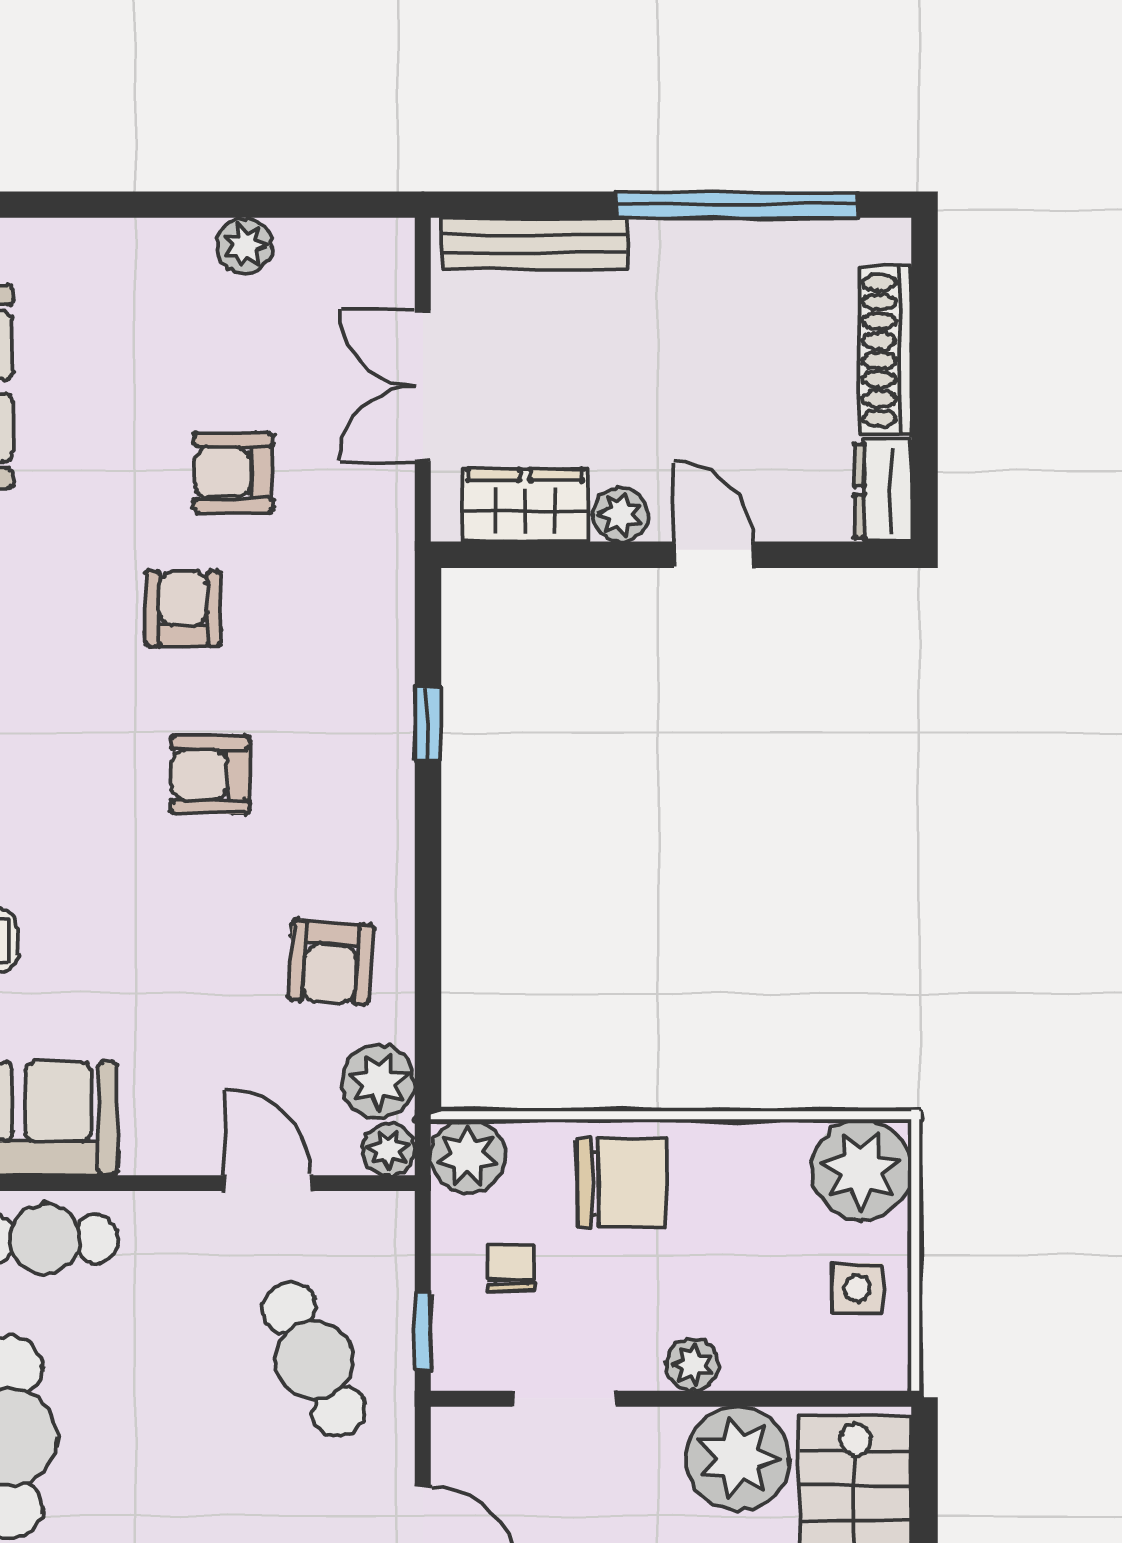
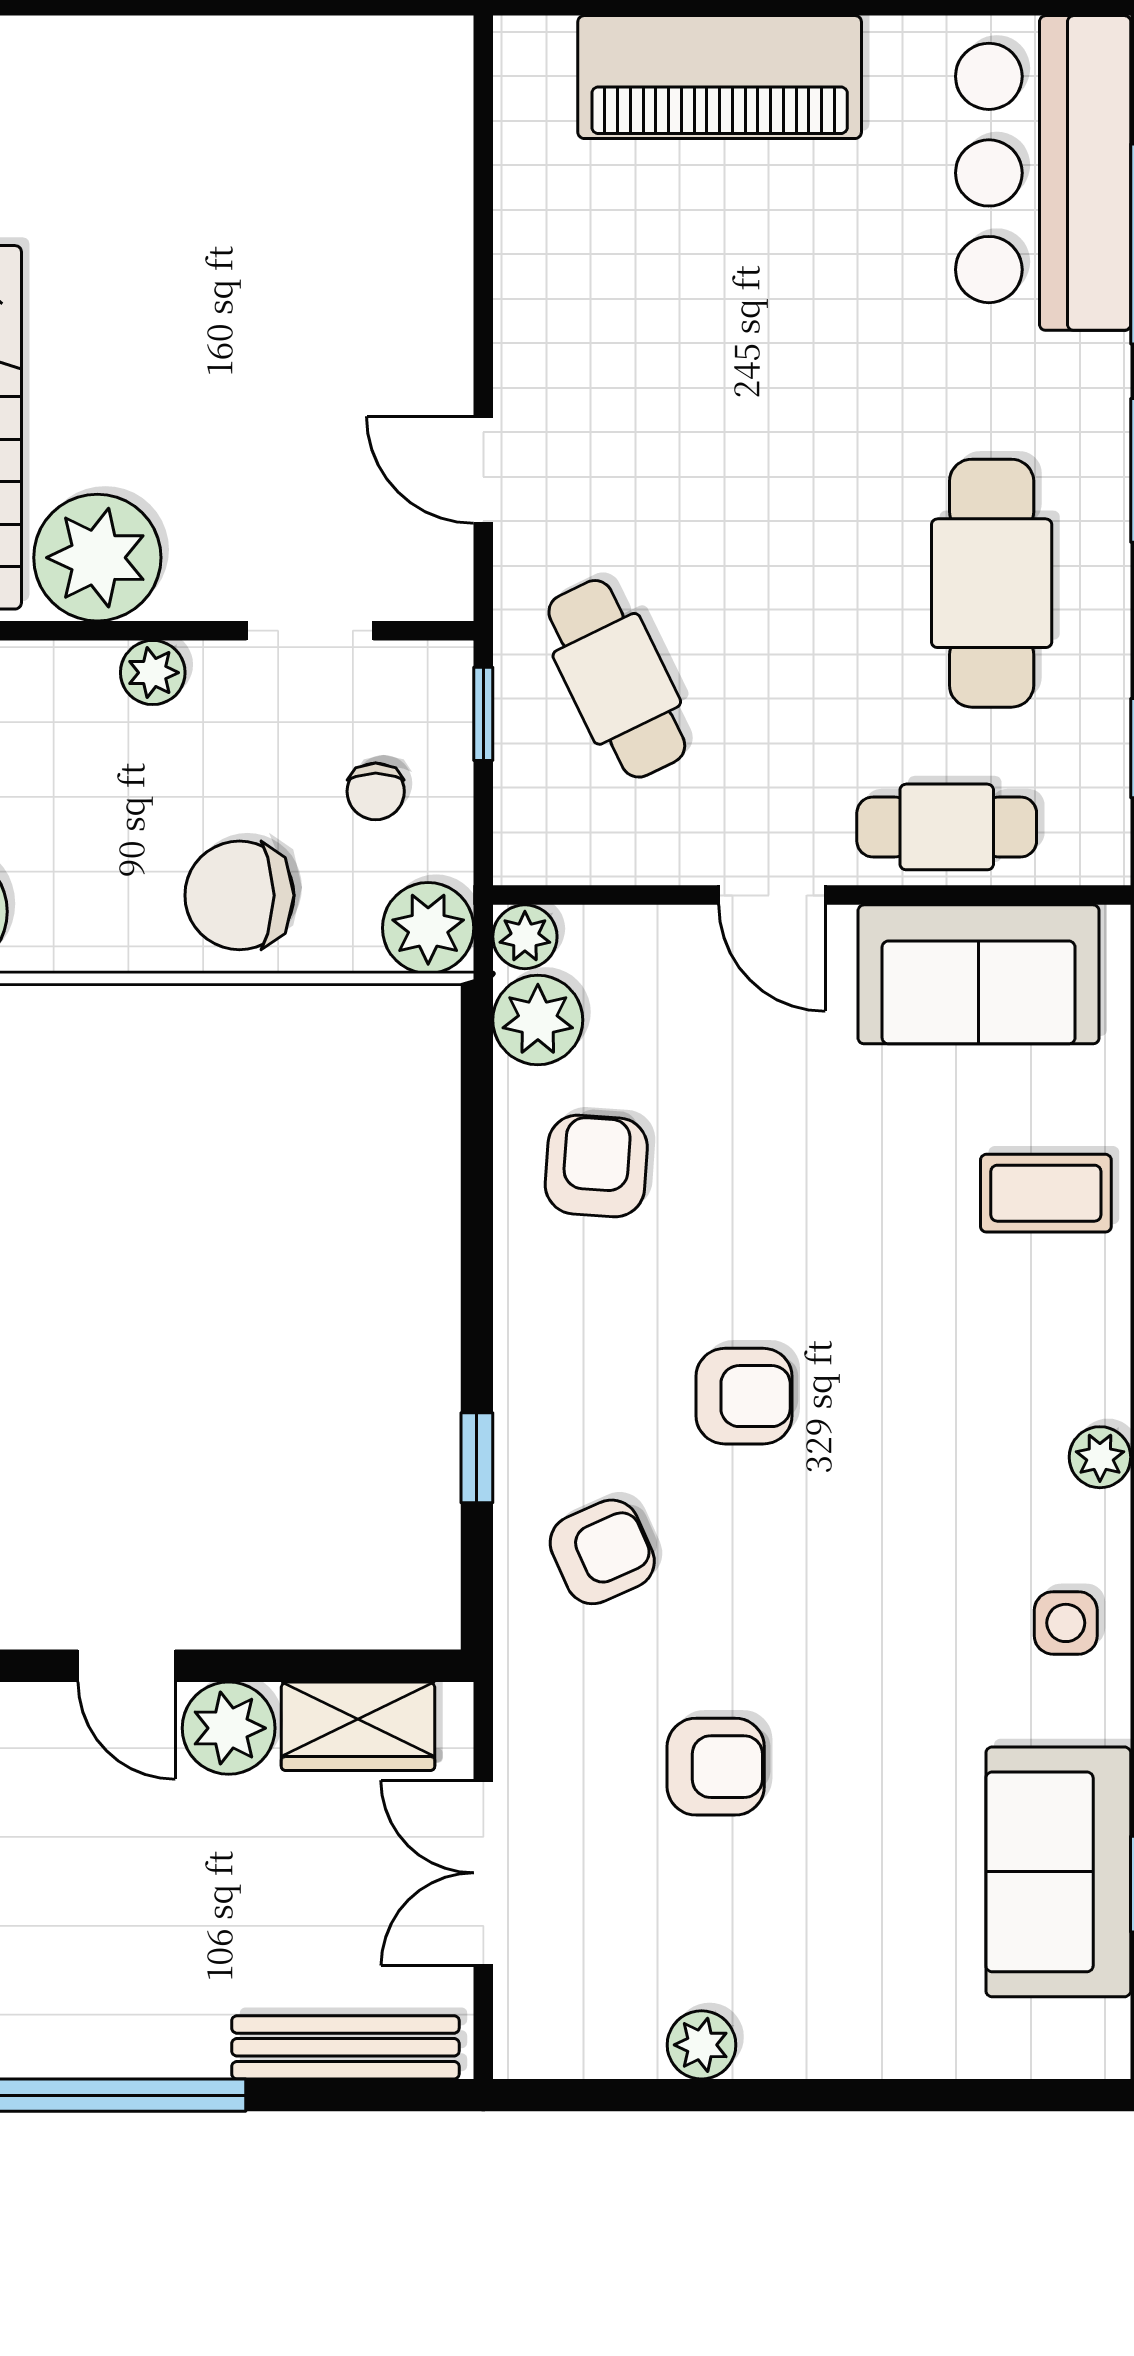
double door: (423, 386) -> (483, 1873), swing flipped
plant: (620, 514) -> (229, 1728), width x1.38, depth x1.38
armchair: (183, 609) -> (602, 1552), moved, turned -114
door: (267, 1183) -> (772, 895), moved

